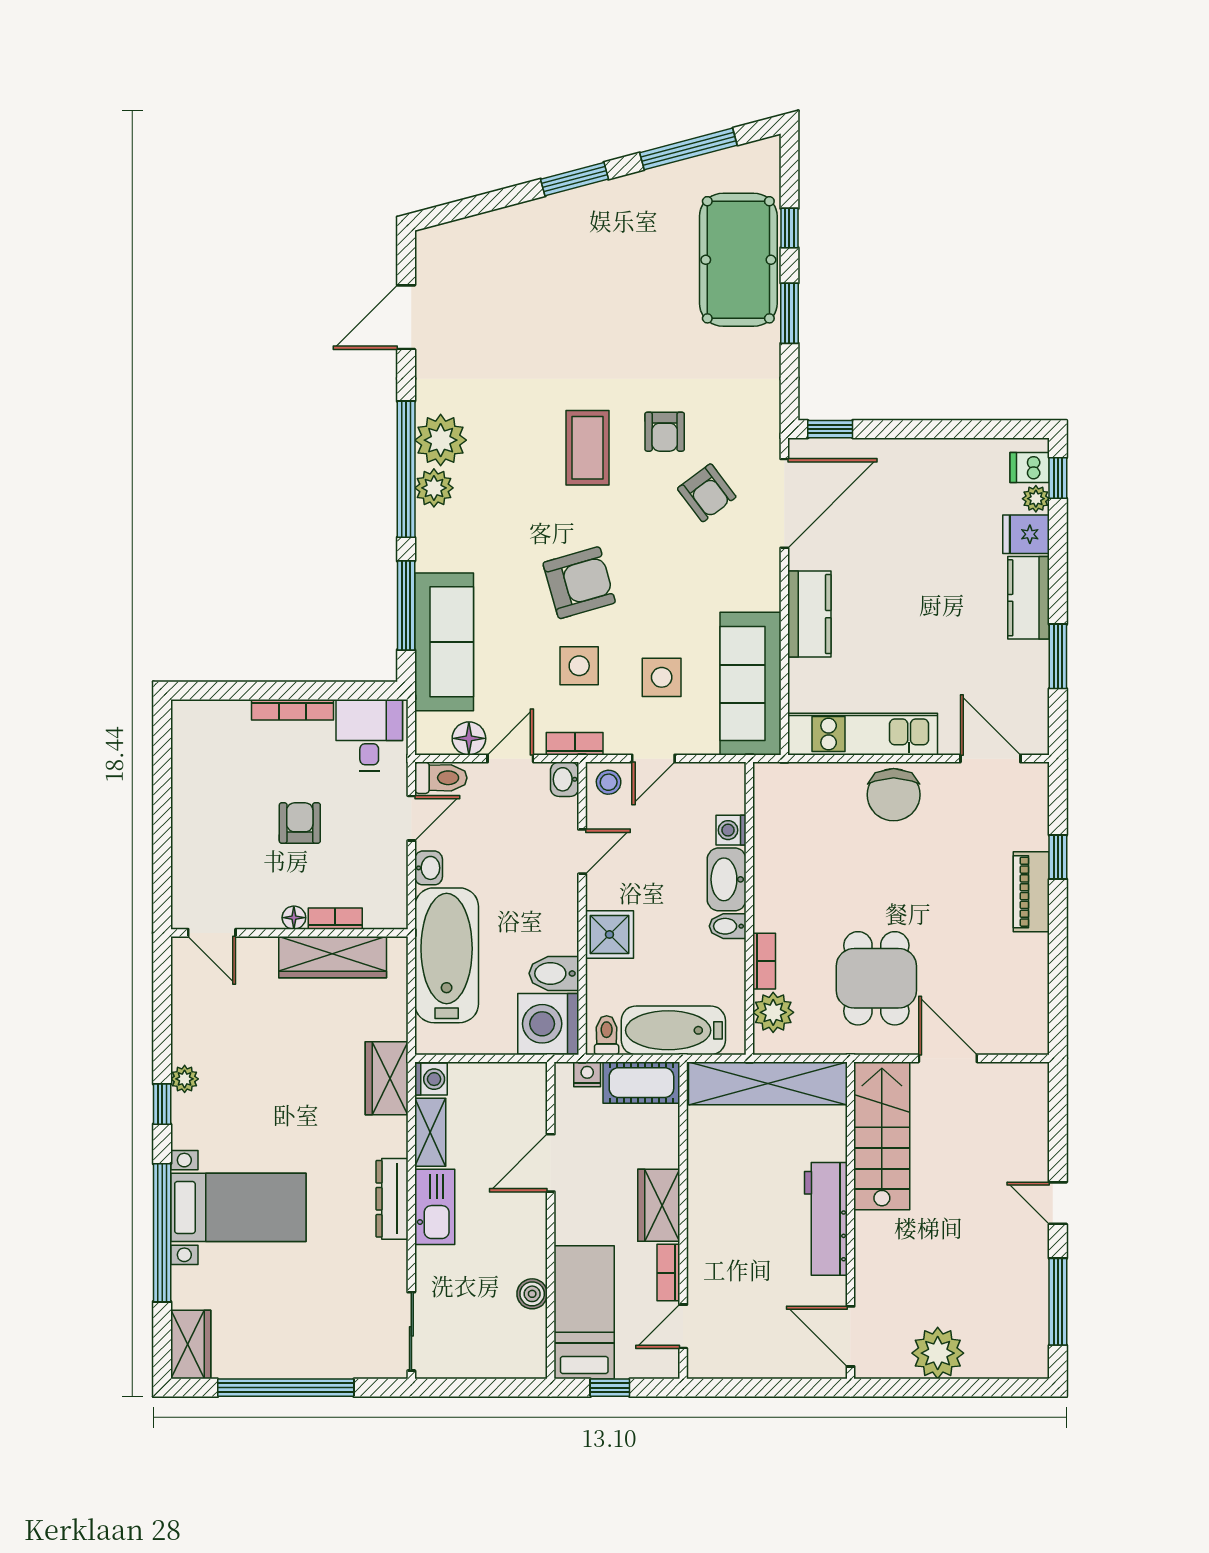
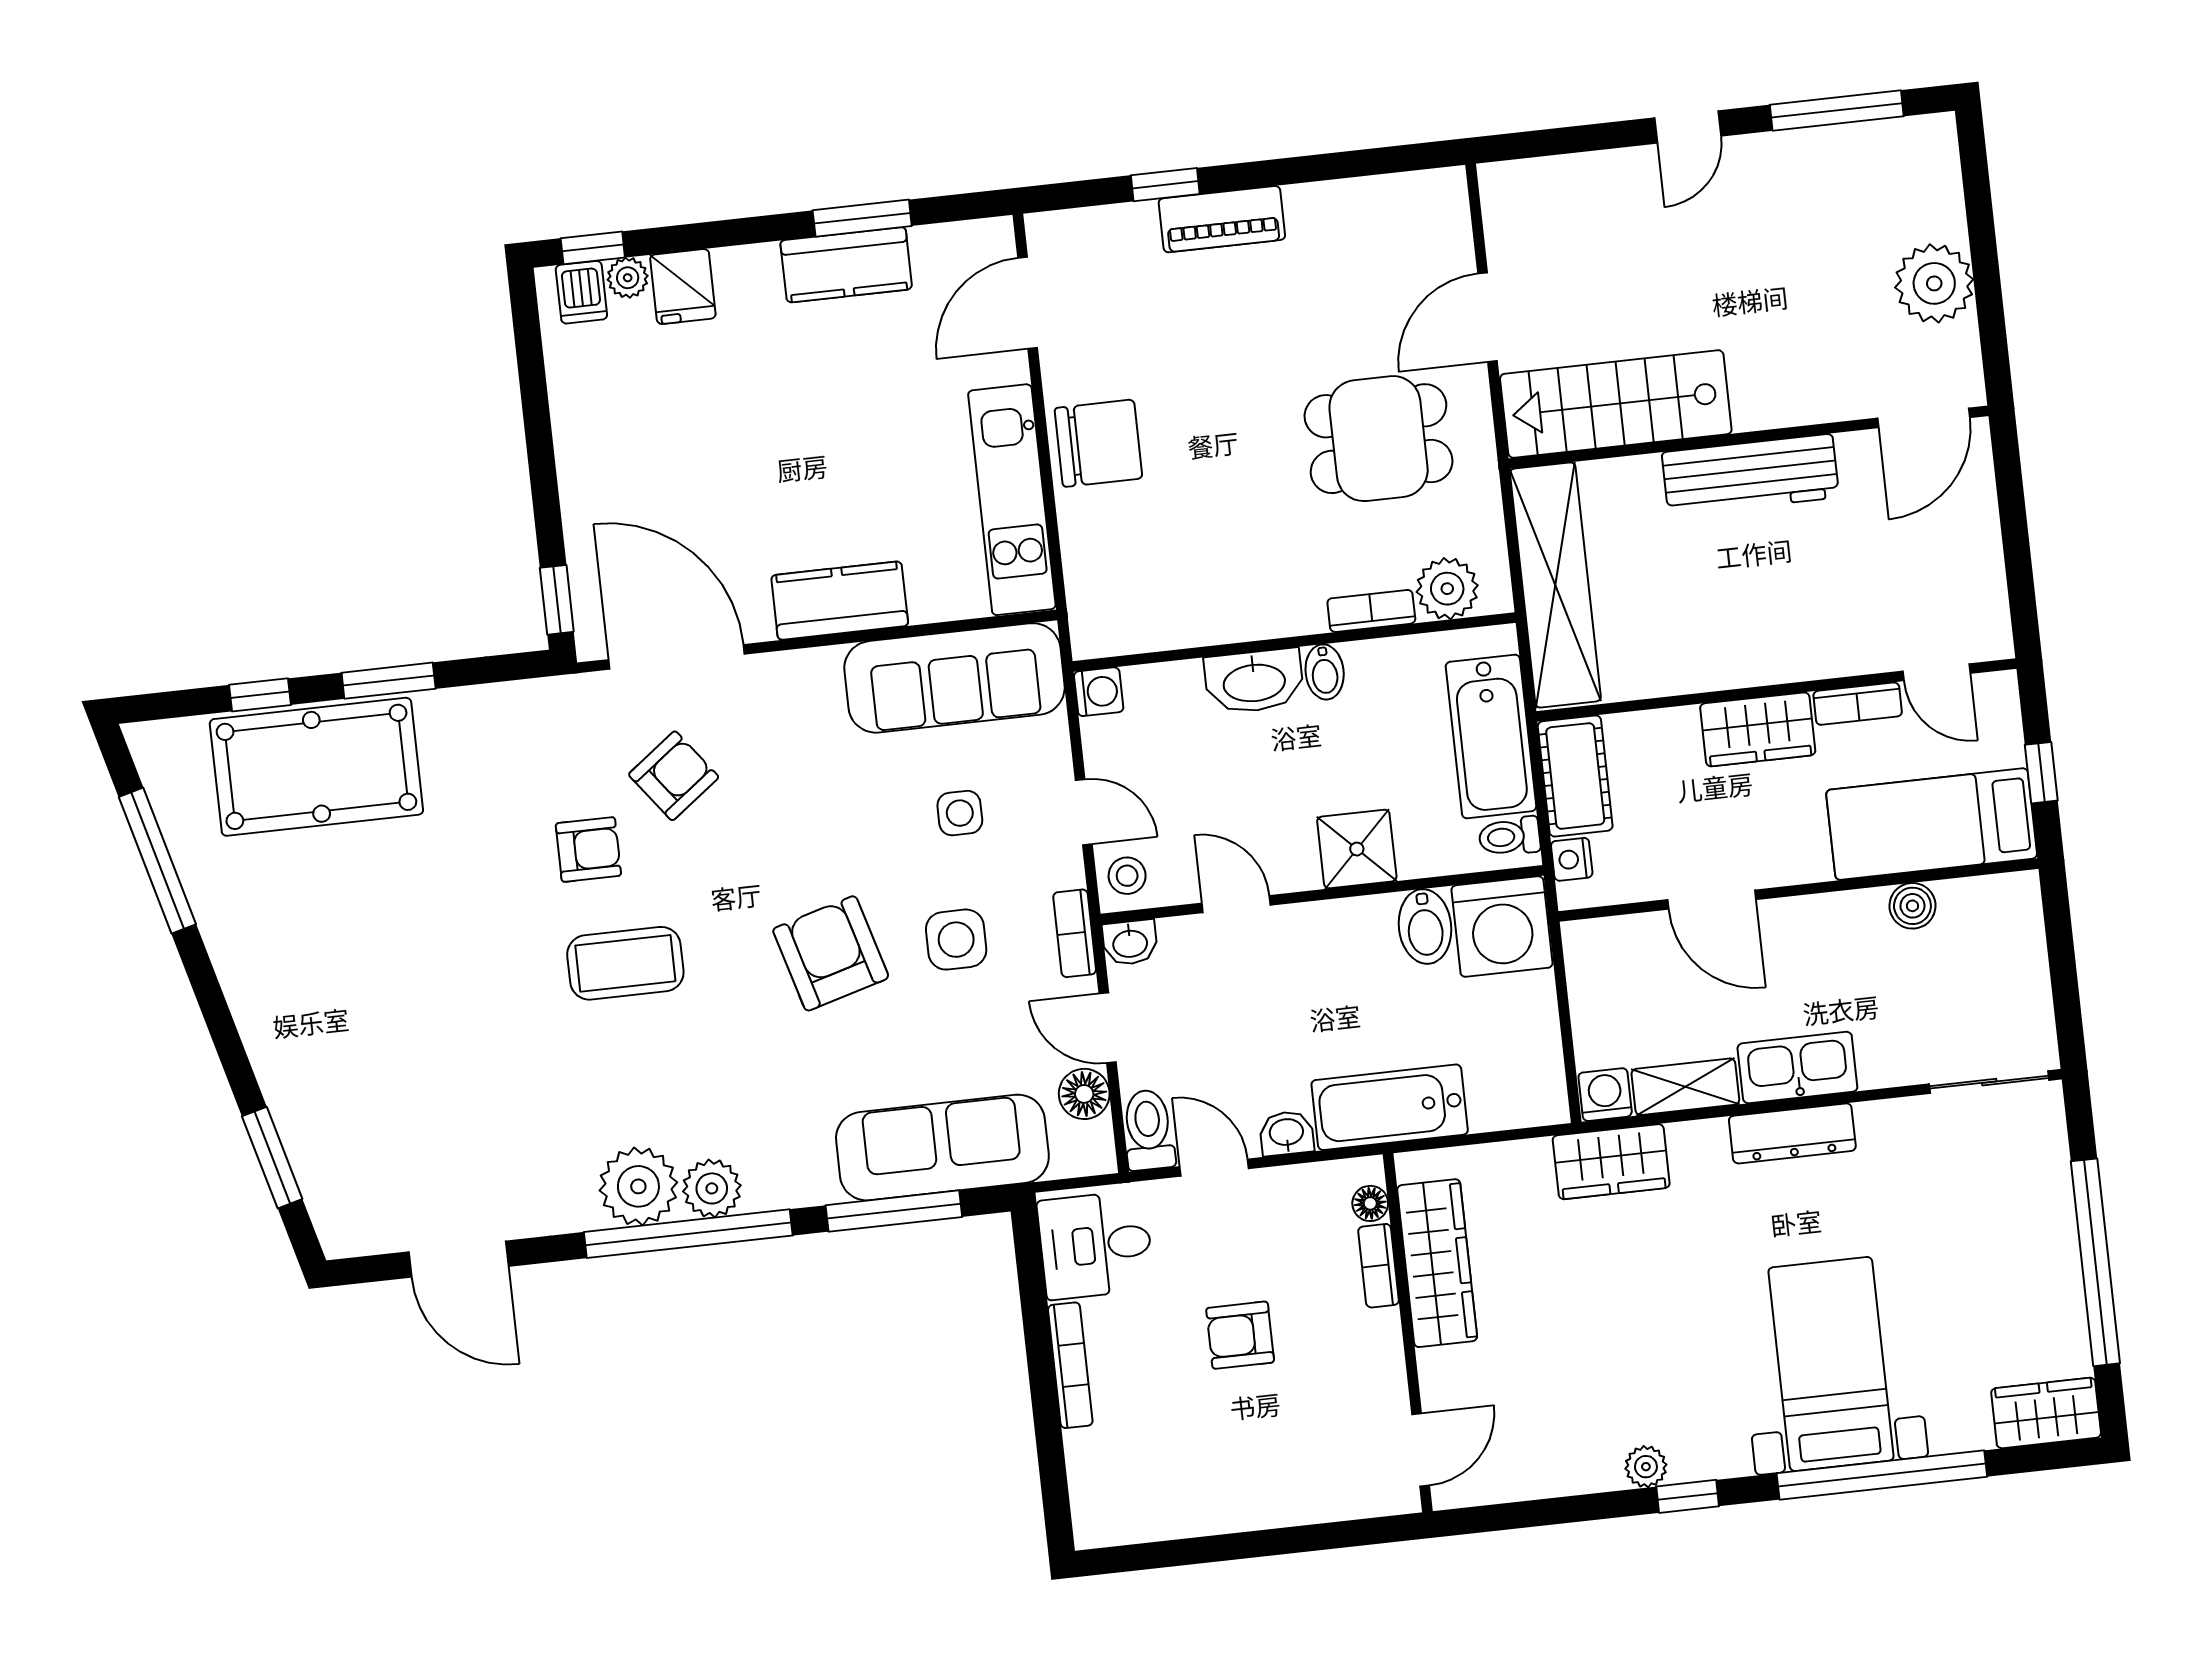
window: (574, 179) -> (272, 1158), moved
kitchen counter: (1028, 598) -> (846, 265), moved
side table: (662, 677) -> (960, 813), width x0.73, depth x0.73
washing machine: (731, 830) -> (1099, 692), moved, turned -90
floor lamp: (294, 918) -> (1370, 1203), moved
bathtub: (447, 955) -> (1390, 1107), width x0.73, depth x0.73

